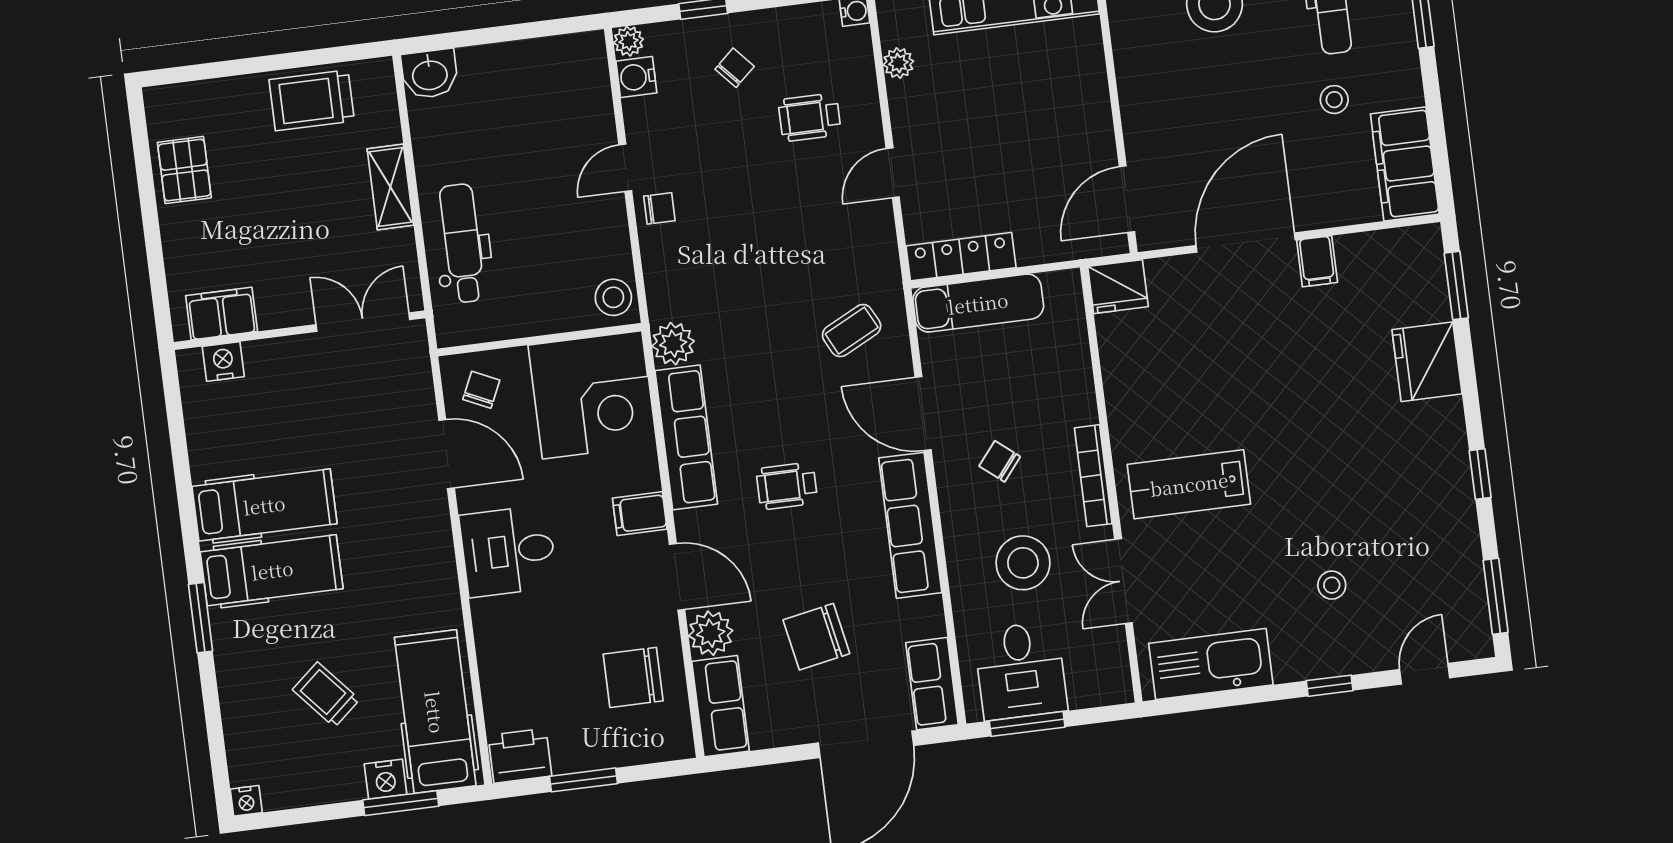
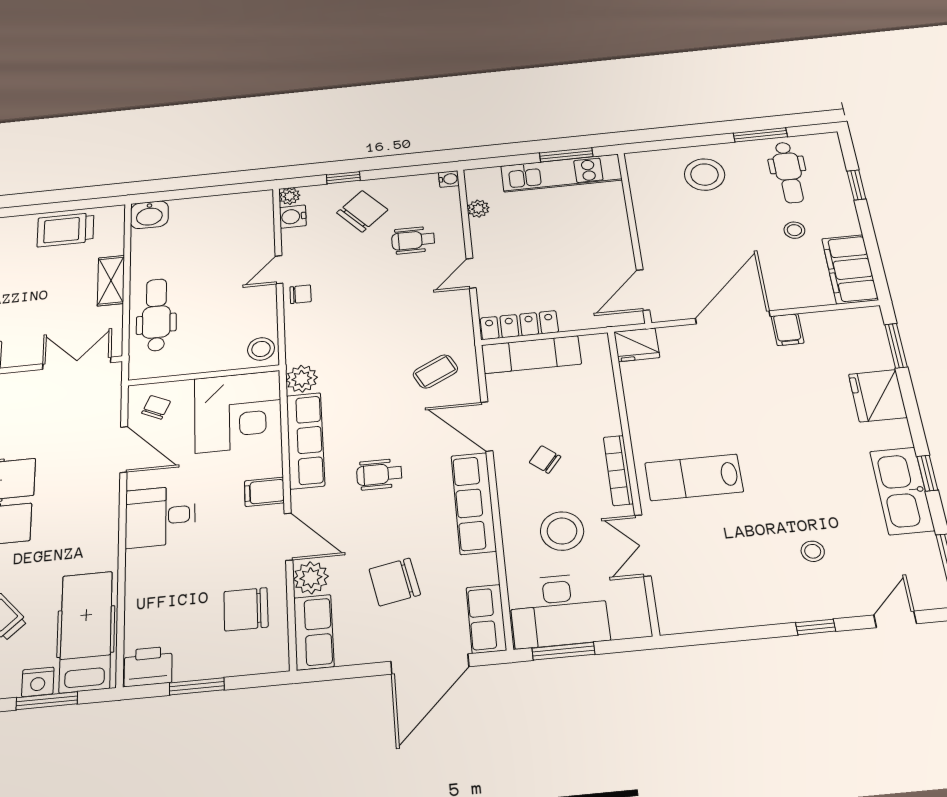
chair: (735, 68) -> (362, 211), width x1.87, depth x1.87
kitchen sink: (1211, 664) -> (902, 491), moved, turned -90
desk: (1021, 671) -> (559, 610), width x1.37

